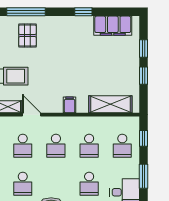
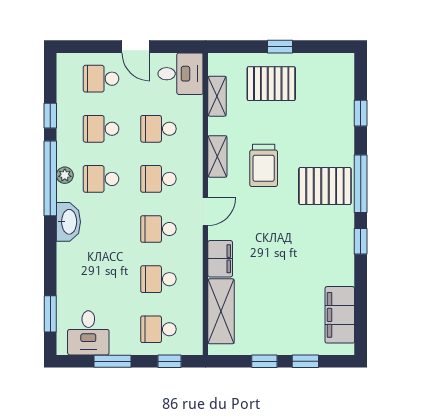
window: (83, 12) -> (361, 241), moved
pallet: (27, 36) -> (325, 186), width x1.50, depth x1.42
filing cabinet: (70, 105) -> (220, 259), width x2.00
door: (32, 115) -> (205, 212), moved
school desk: (89, 184) -> (101, 279), removed

